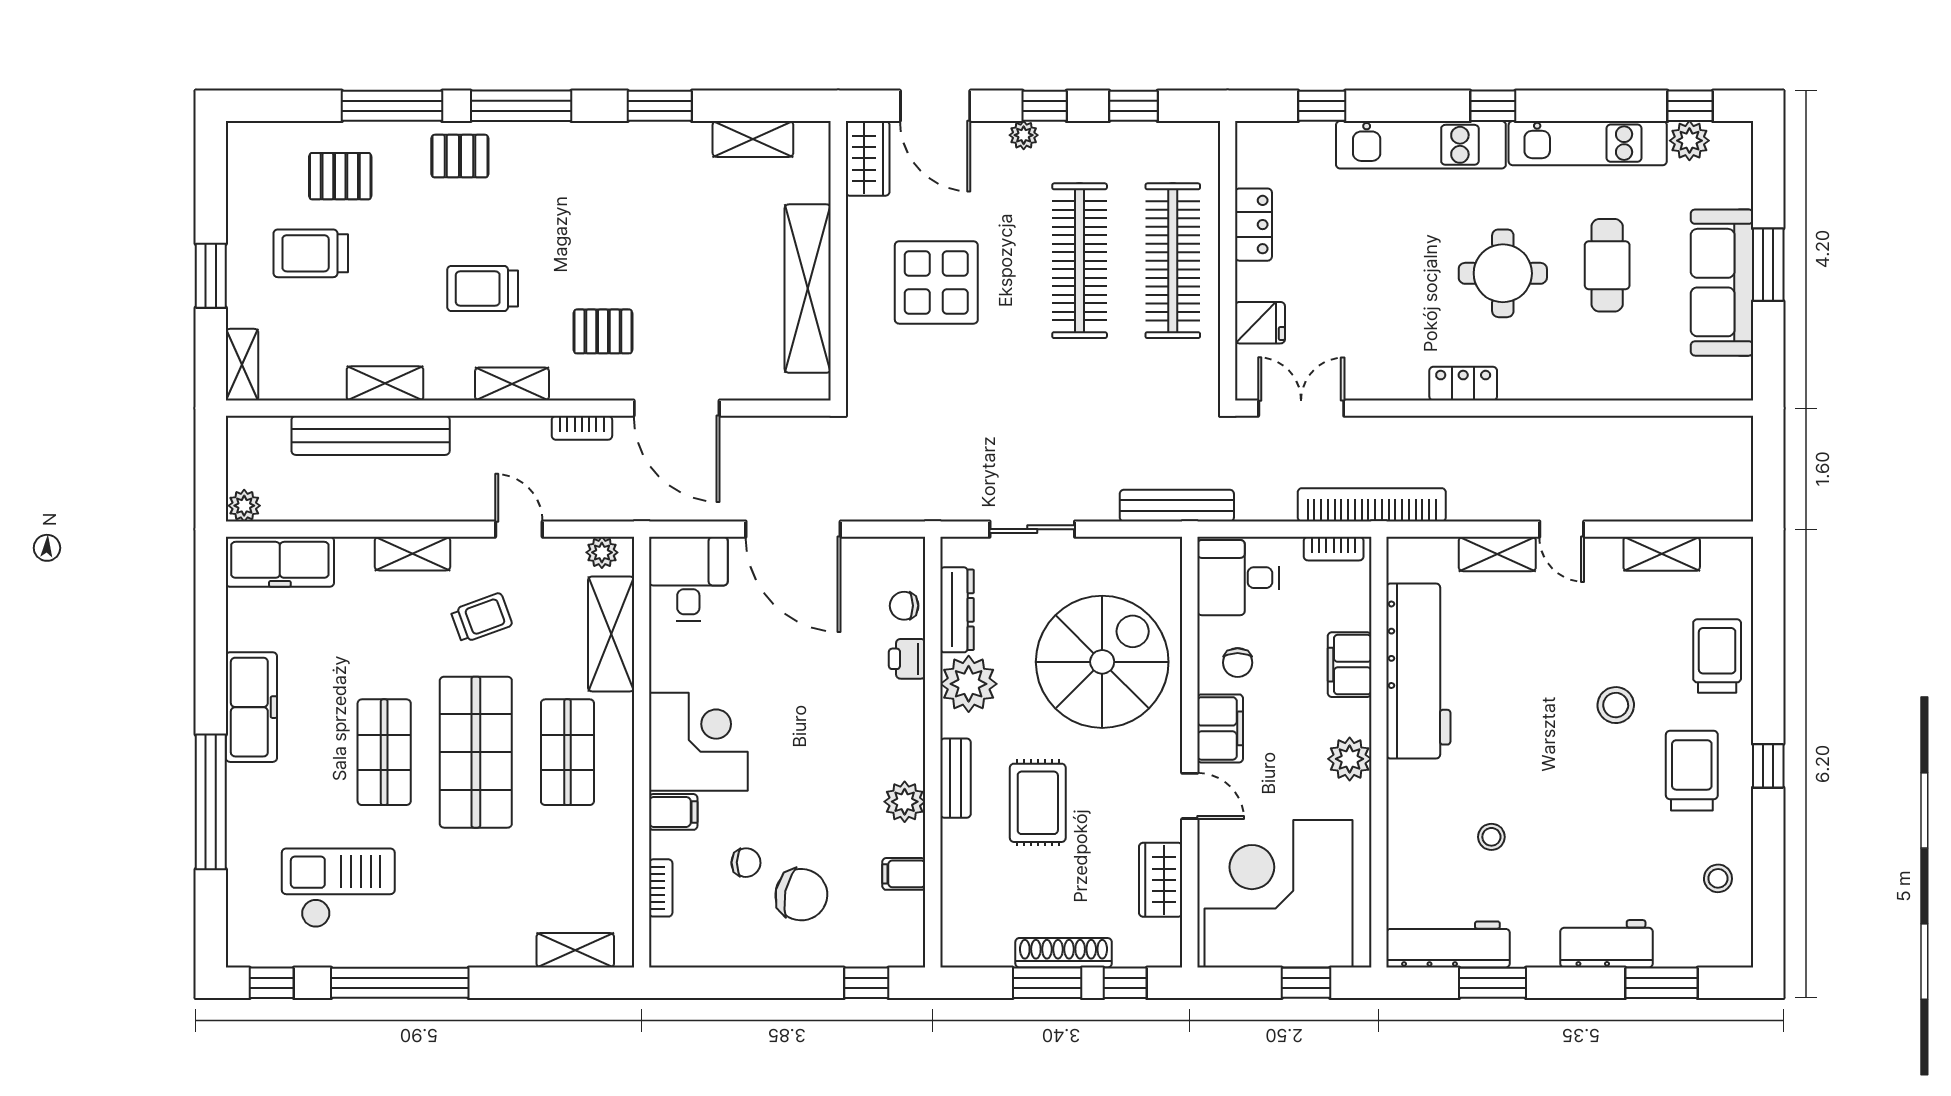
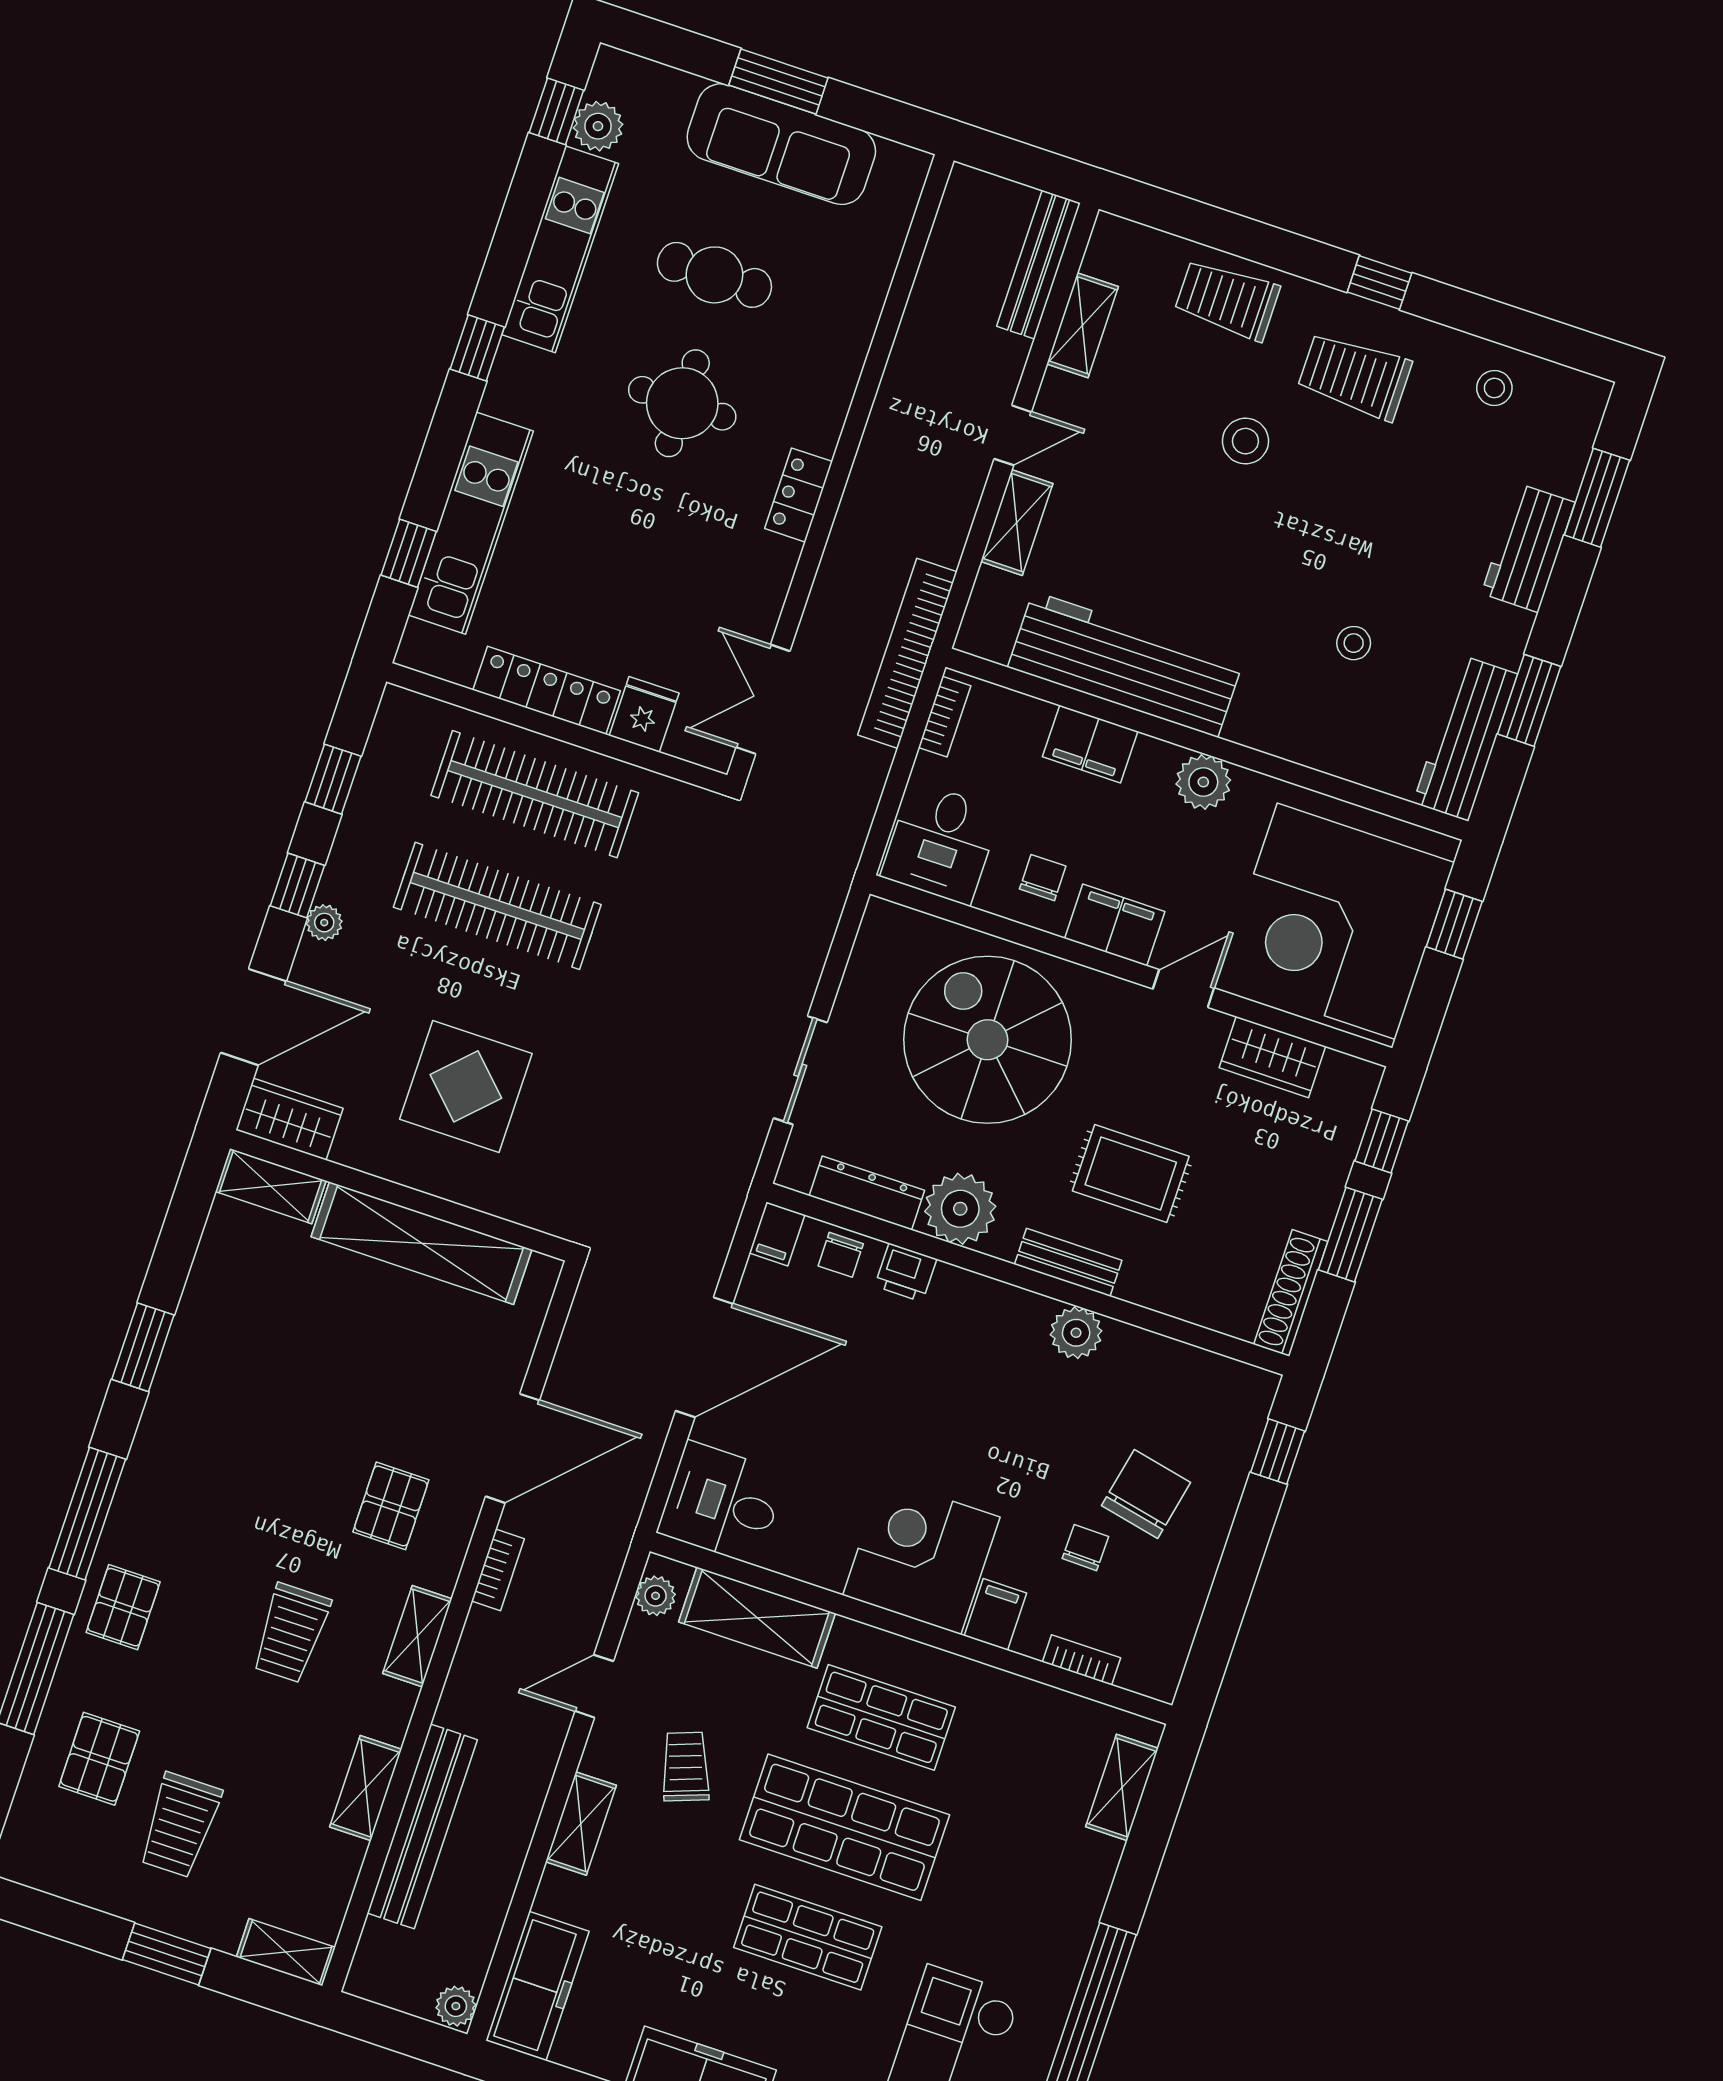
shelving: (753, 139) -> (271, 1186), moved, turned 90
kitchen unit: (1421, 145) -> (471, 523), moved
locker: (1253, 225) -> (547, 690), width x1.53
bench: (1177, 506) -> (1039, 265), moved
chair: (1238, 663) -> (1043, 878), turned -90
filing cabinet: (904, 874) -> (777, 1234), moved
shoe rack: (1064, 953) -> (1291, 1293), moved

